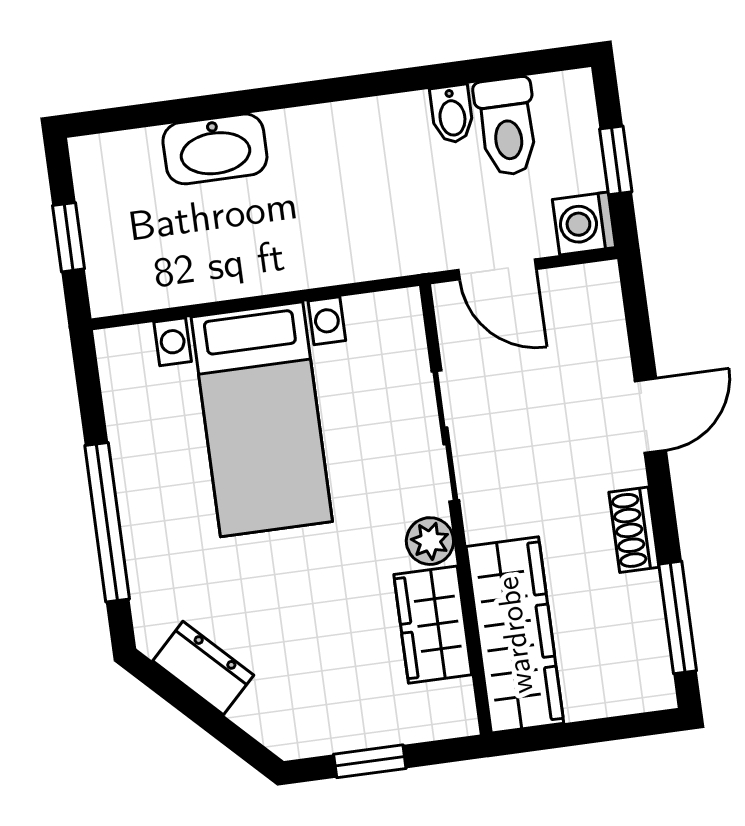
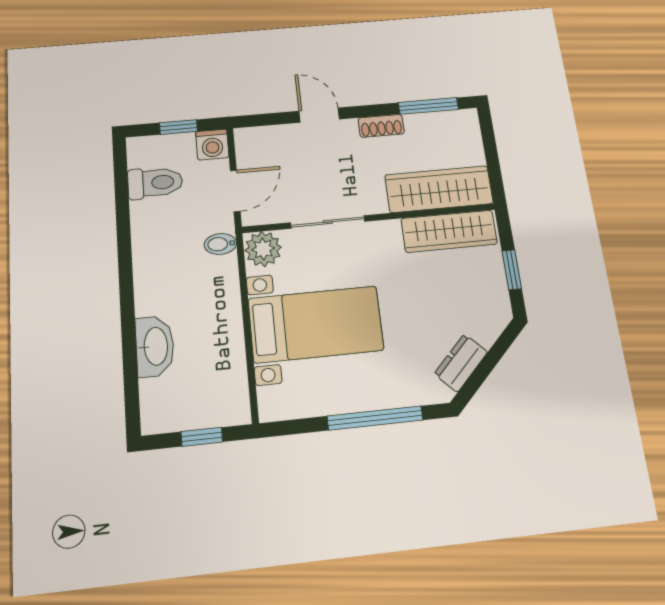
bidet: (452, 114) -> (220, 244), moved, turned 180
plant: (430, 541) -> (263, 249), moved, width x1.38, depth x1.38
wardrobe: (433, 625) -> (449, 231), width x1.50

